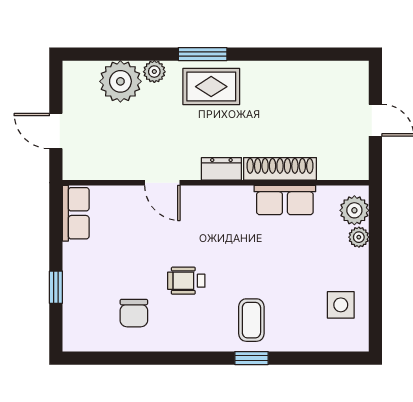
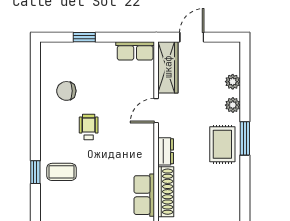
plant: (120, 81) -> (233, 82), width x0.53, depth x0.53
wardrobe: (100, 166) -> (168, 67), added

